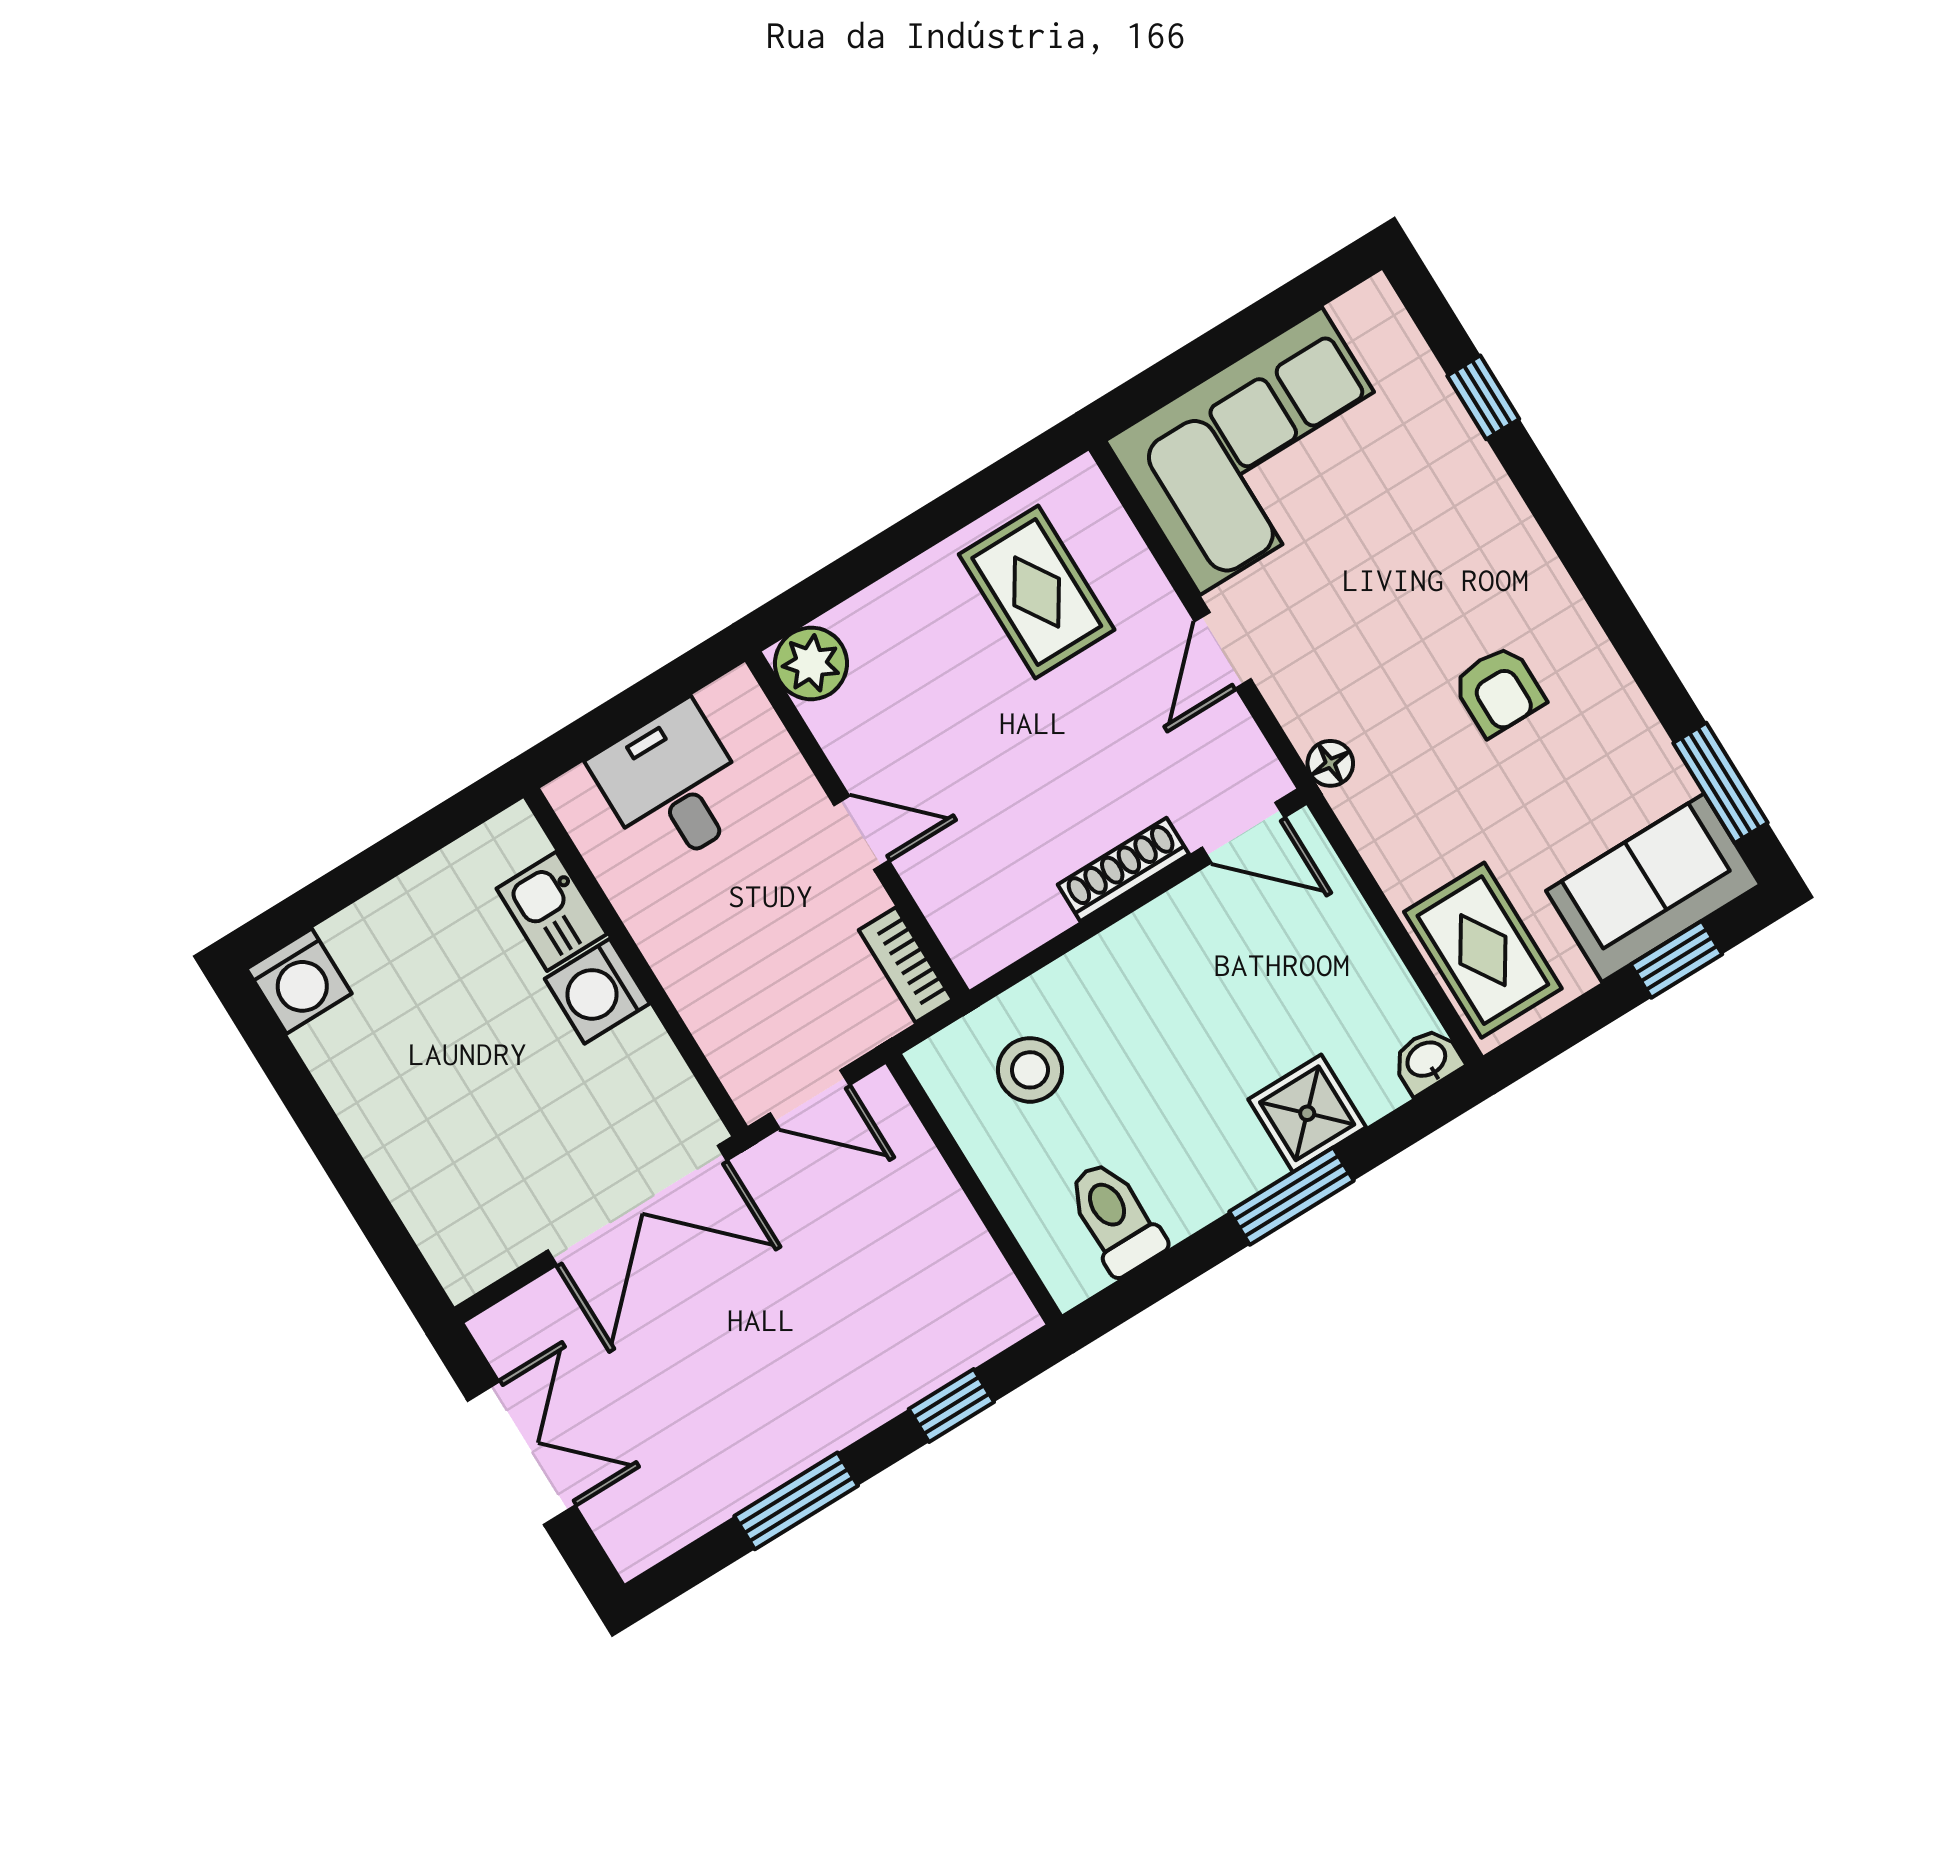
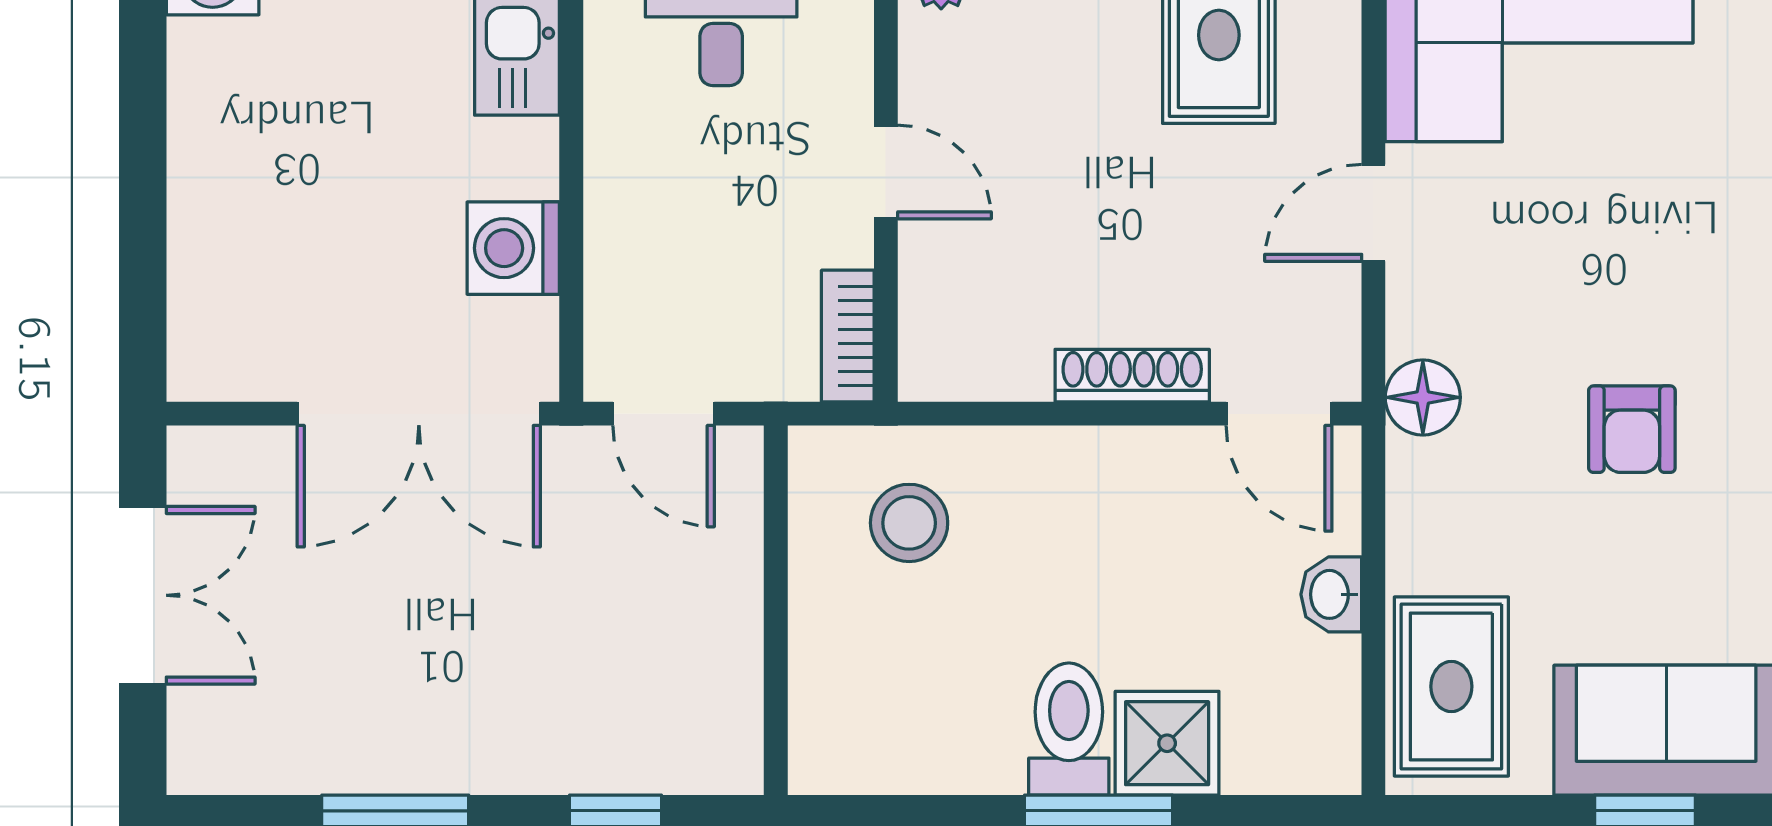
floor lamp: (1330, 763) -> (1423, 397), width x1.37, depth x1.37
washing machine: (597, 991) -> (513, 248), moved
washbasin: (1427, 1060) -> (1331, 594), moved, turned -90
toilet: (1115, 1218) -> (1069, 729), moved

